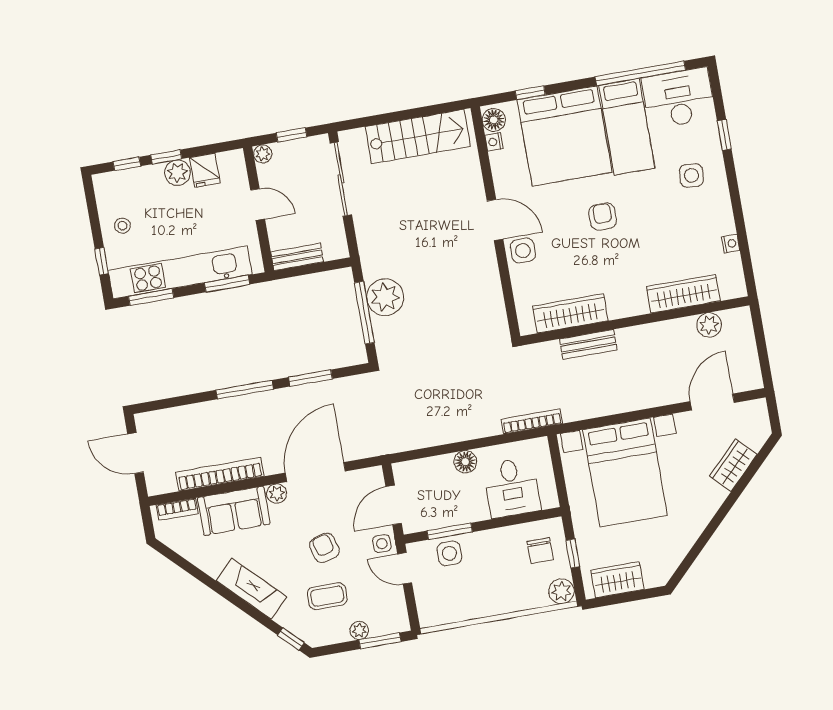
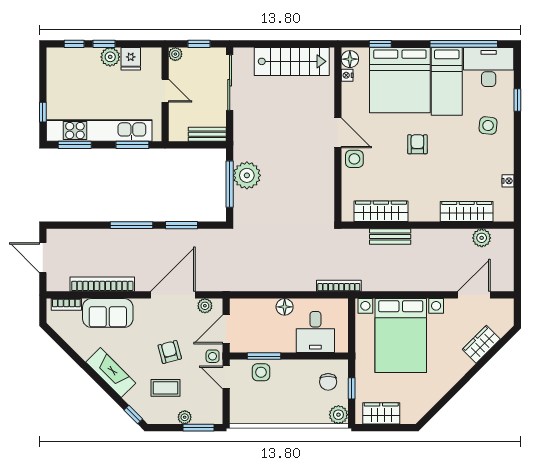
stool: (122, 226) -> (63, 89), removed
bench: (297, 257) -> (207, 134), moved
plant: (277, 494) -> (205, 306), moved

